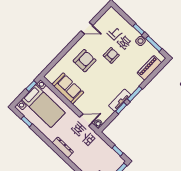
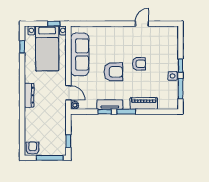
door: (87, 28) -> (142, 24), swing flipped
armchair: (85, 61) -> (113, 72), moved
piano: (149, 68) -> (144, 103), moved
sofa: (68, 88) -> (80, 54), width x1.36

